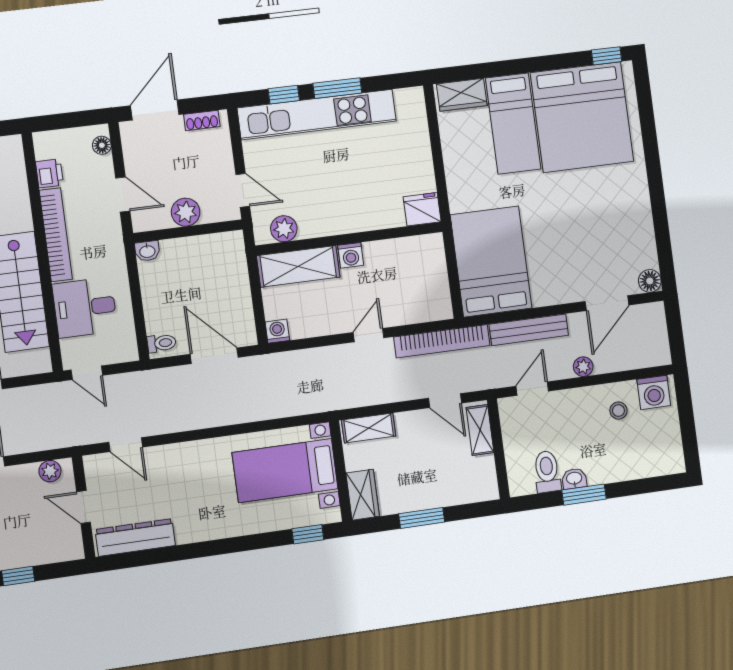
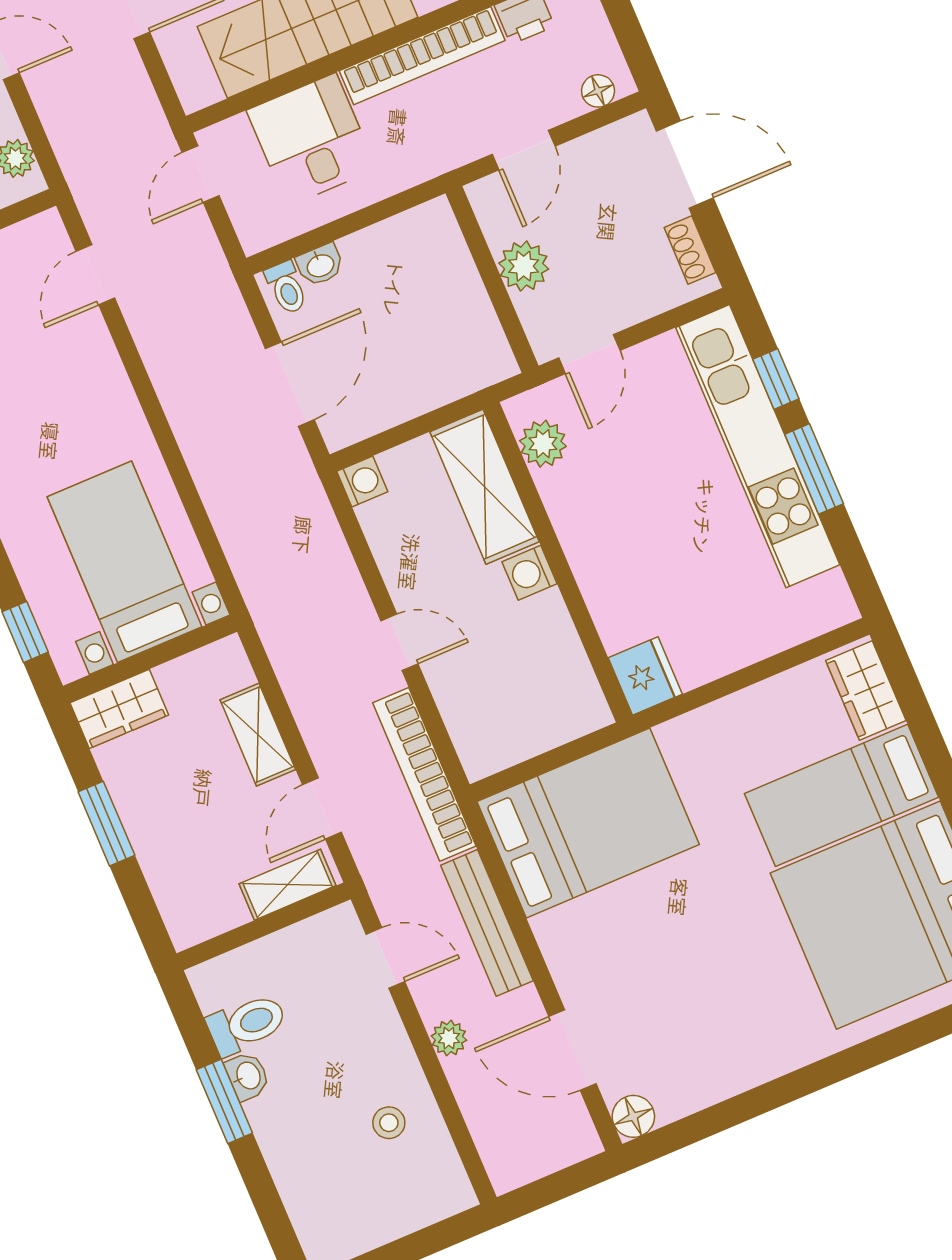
washbasin: (147, 251) -> (320, 265), moved, turned -90
washing machine: (654, 392) -> (438, 1178), removed
shelving: (369, 428) -> (258, 735), moved

